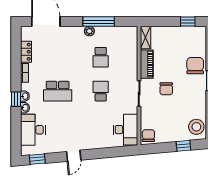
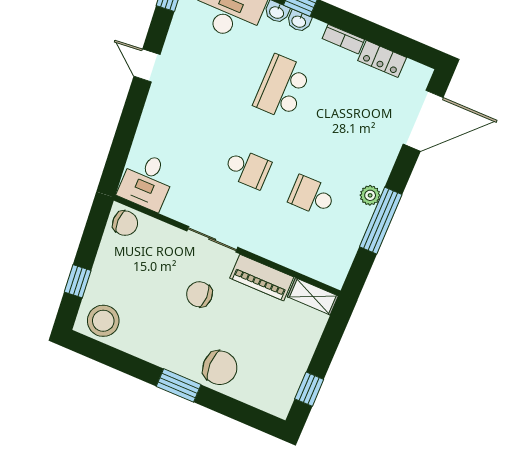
desk: (125, 130) -> (147, 181), width x0.73

